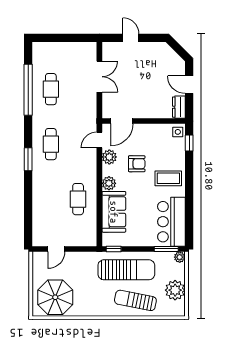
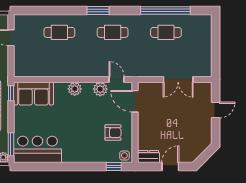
armchair: (137, 164) -> (113, 133), moved, turned -90
coffee table: (168, 178) -> (79, 146), removed
cafe table: (78, 199) -> (59, 32), moved
sofa: (114, 212) -> (33, 94), moved

